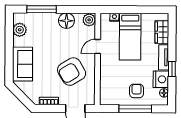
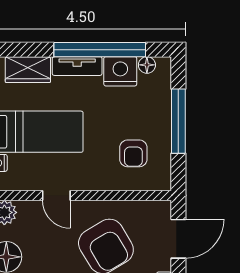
window: (172, 69) -> (100, 50), width x3.17
armchair: (136, 91) -> (133, 153), moved, turned -90

